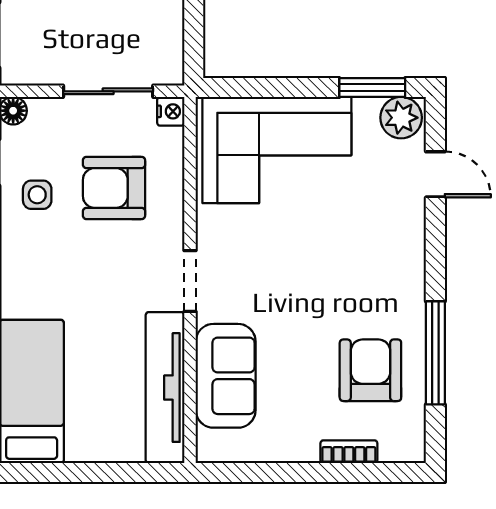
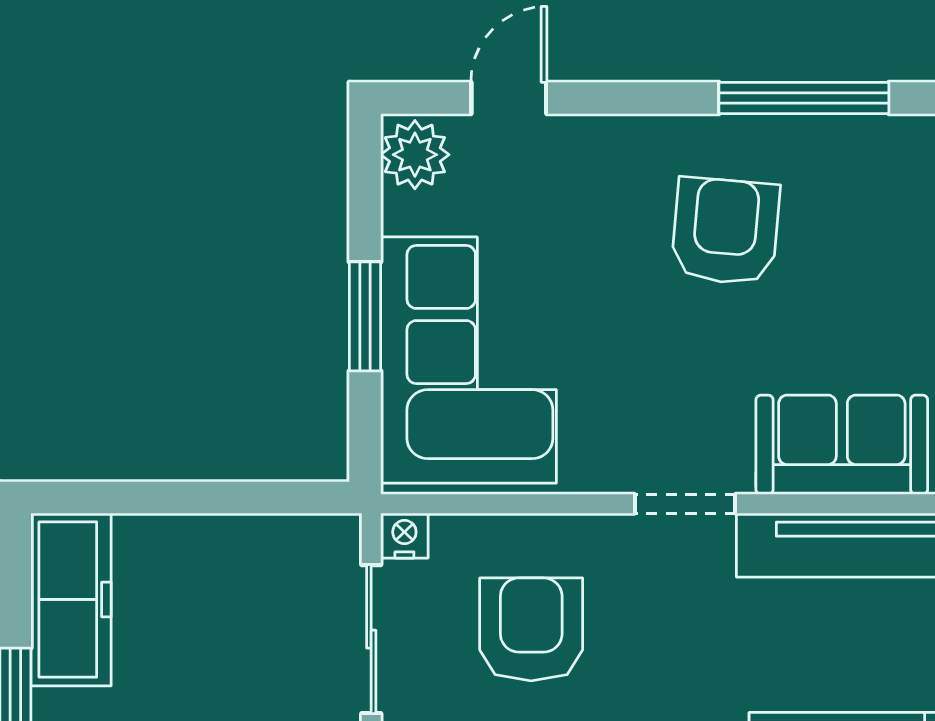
window: (372, 87) -> (365, 316), moved
armchair: (114, 188) -> (531, 629), turned 180
armchair: (370, 370) -> (725, 231), moved, turned 95

